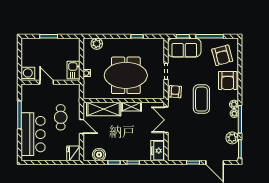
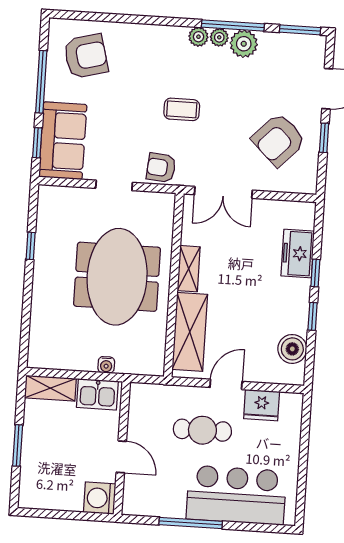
plant: (97, 44) -> (41, 338), removed
shelving: (75, 49) -> (50, 388), added
armchair: (228, 80) -> (279, 140), moved, turned 134
door: (47, 82) -> (121, 457), swing flipped
coffee table: (201, 99) -> (182, 109), width x0.54, depth x0.58
plant: (232, 138) -> (244, 44), moved
freezer: (158, 151) -> (298, 254), moved, turned 90
fridge: (73, 153) -> (262, 405), moved

